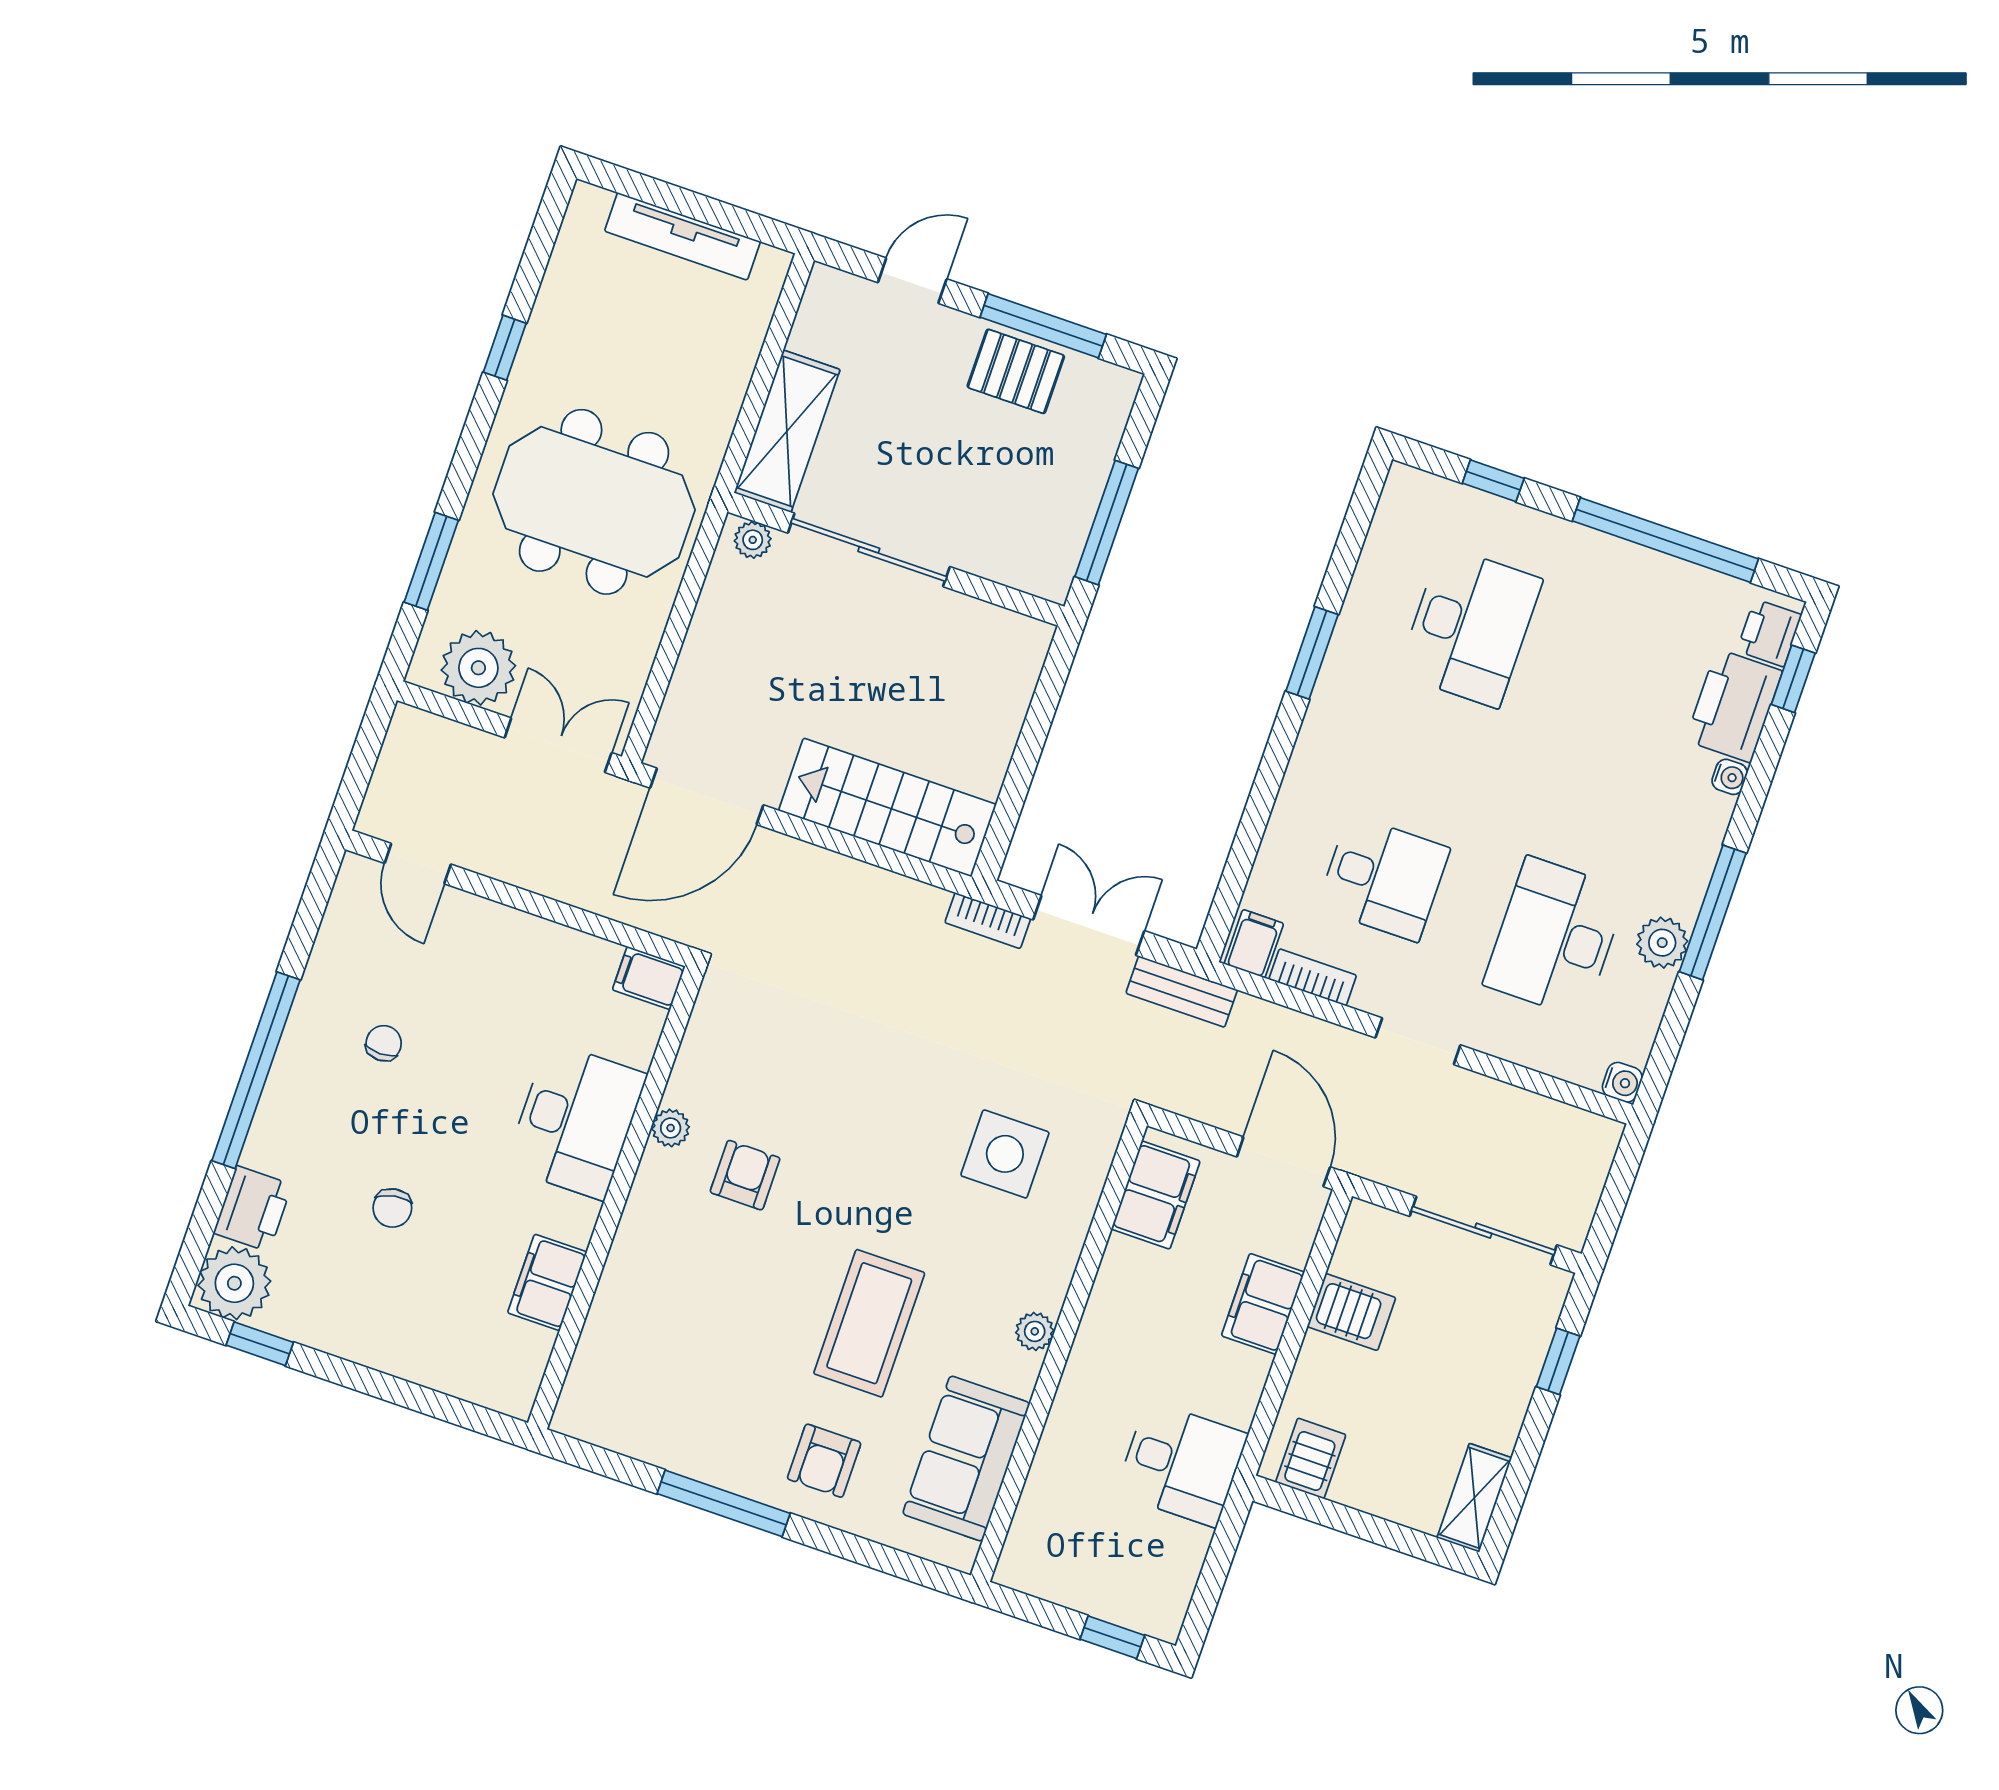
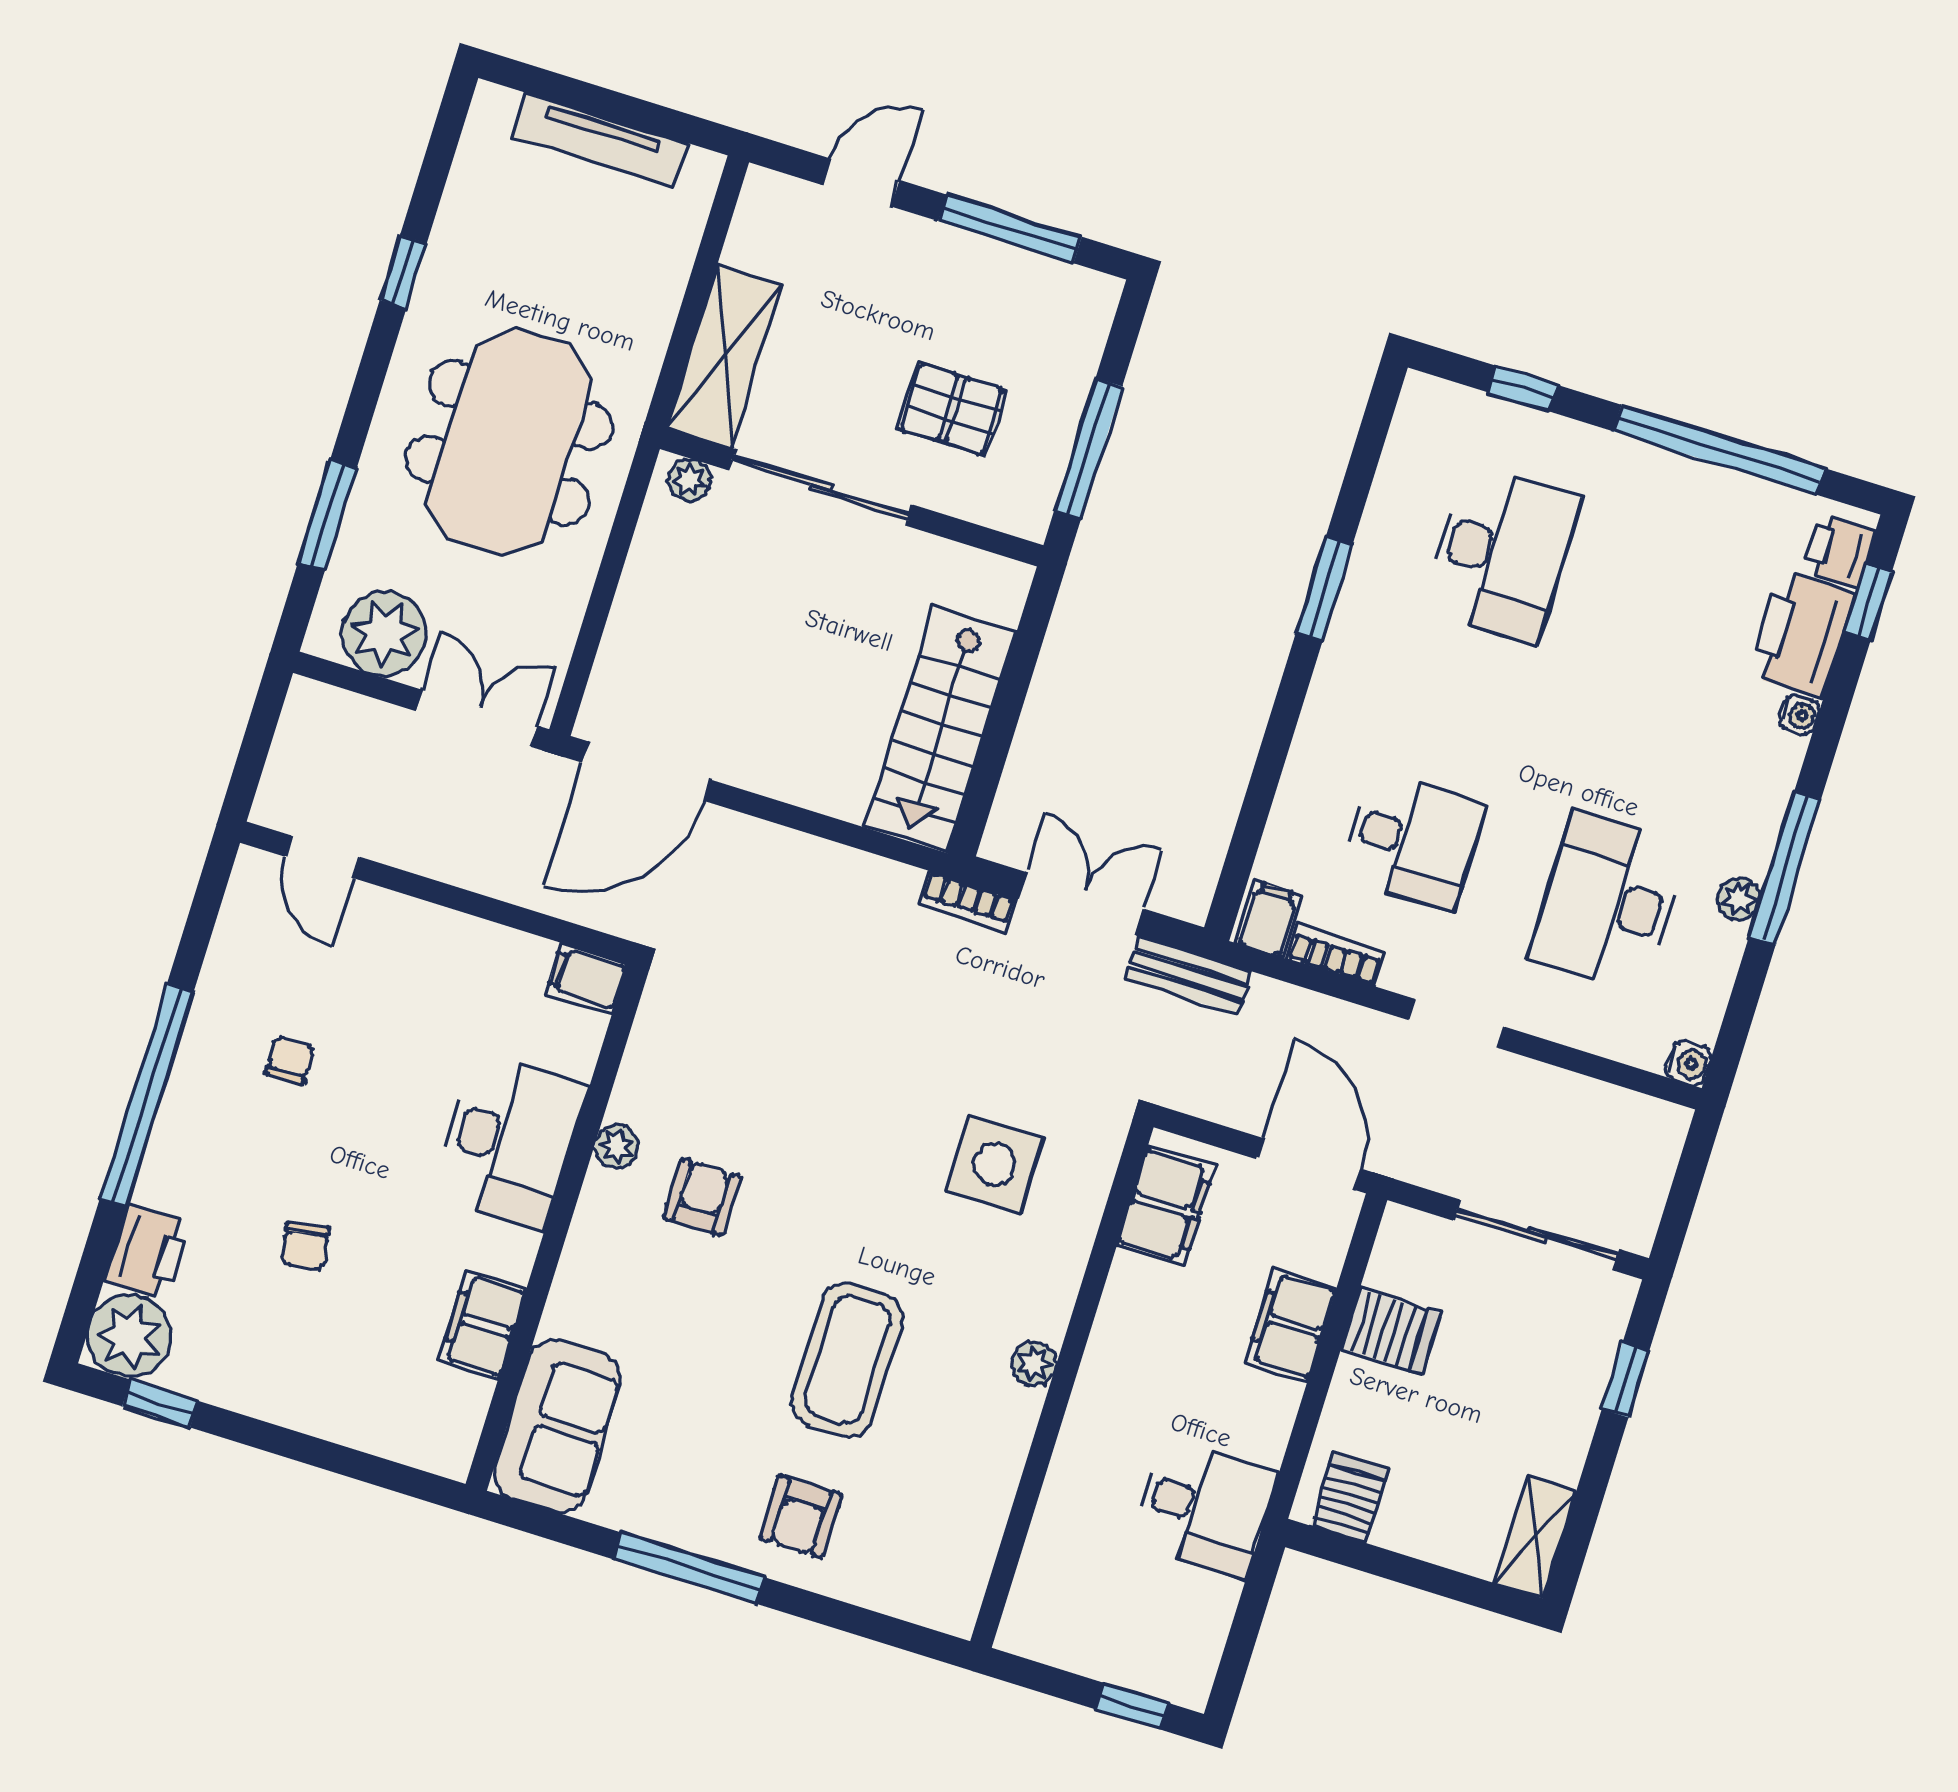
pallet: (1016, 371) -> (952, 409), moved
meeting table: (594, 502) -> (509, 443), turned 90
stairs: (888, 807) -> (941, 729), moved, turned -90
plant: (1662, 943) -> (1739, 899), width x0.73, depth x0.73
sofa: (966, 1459) -> (557, 1426), moved, turned 180

